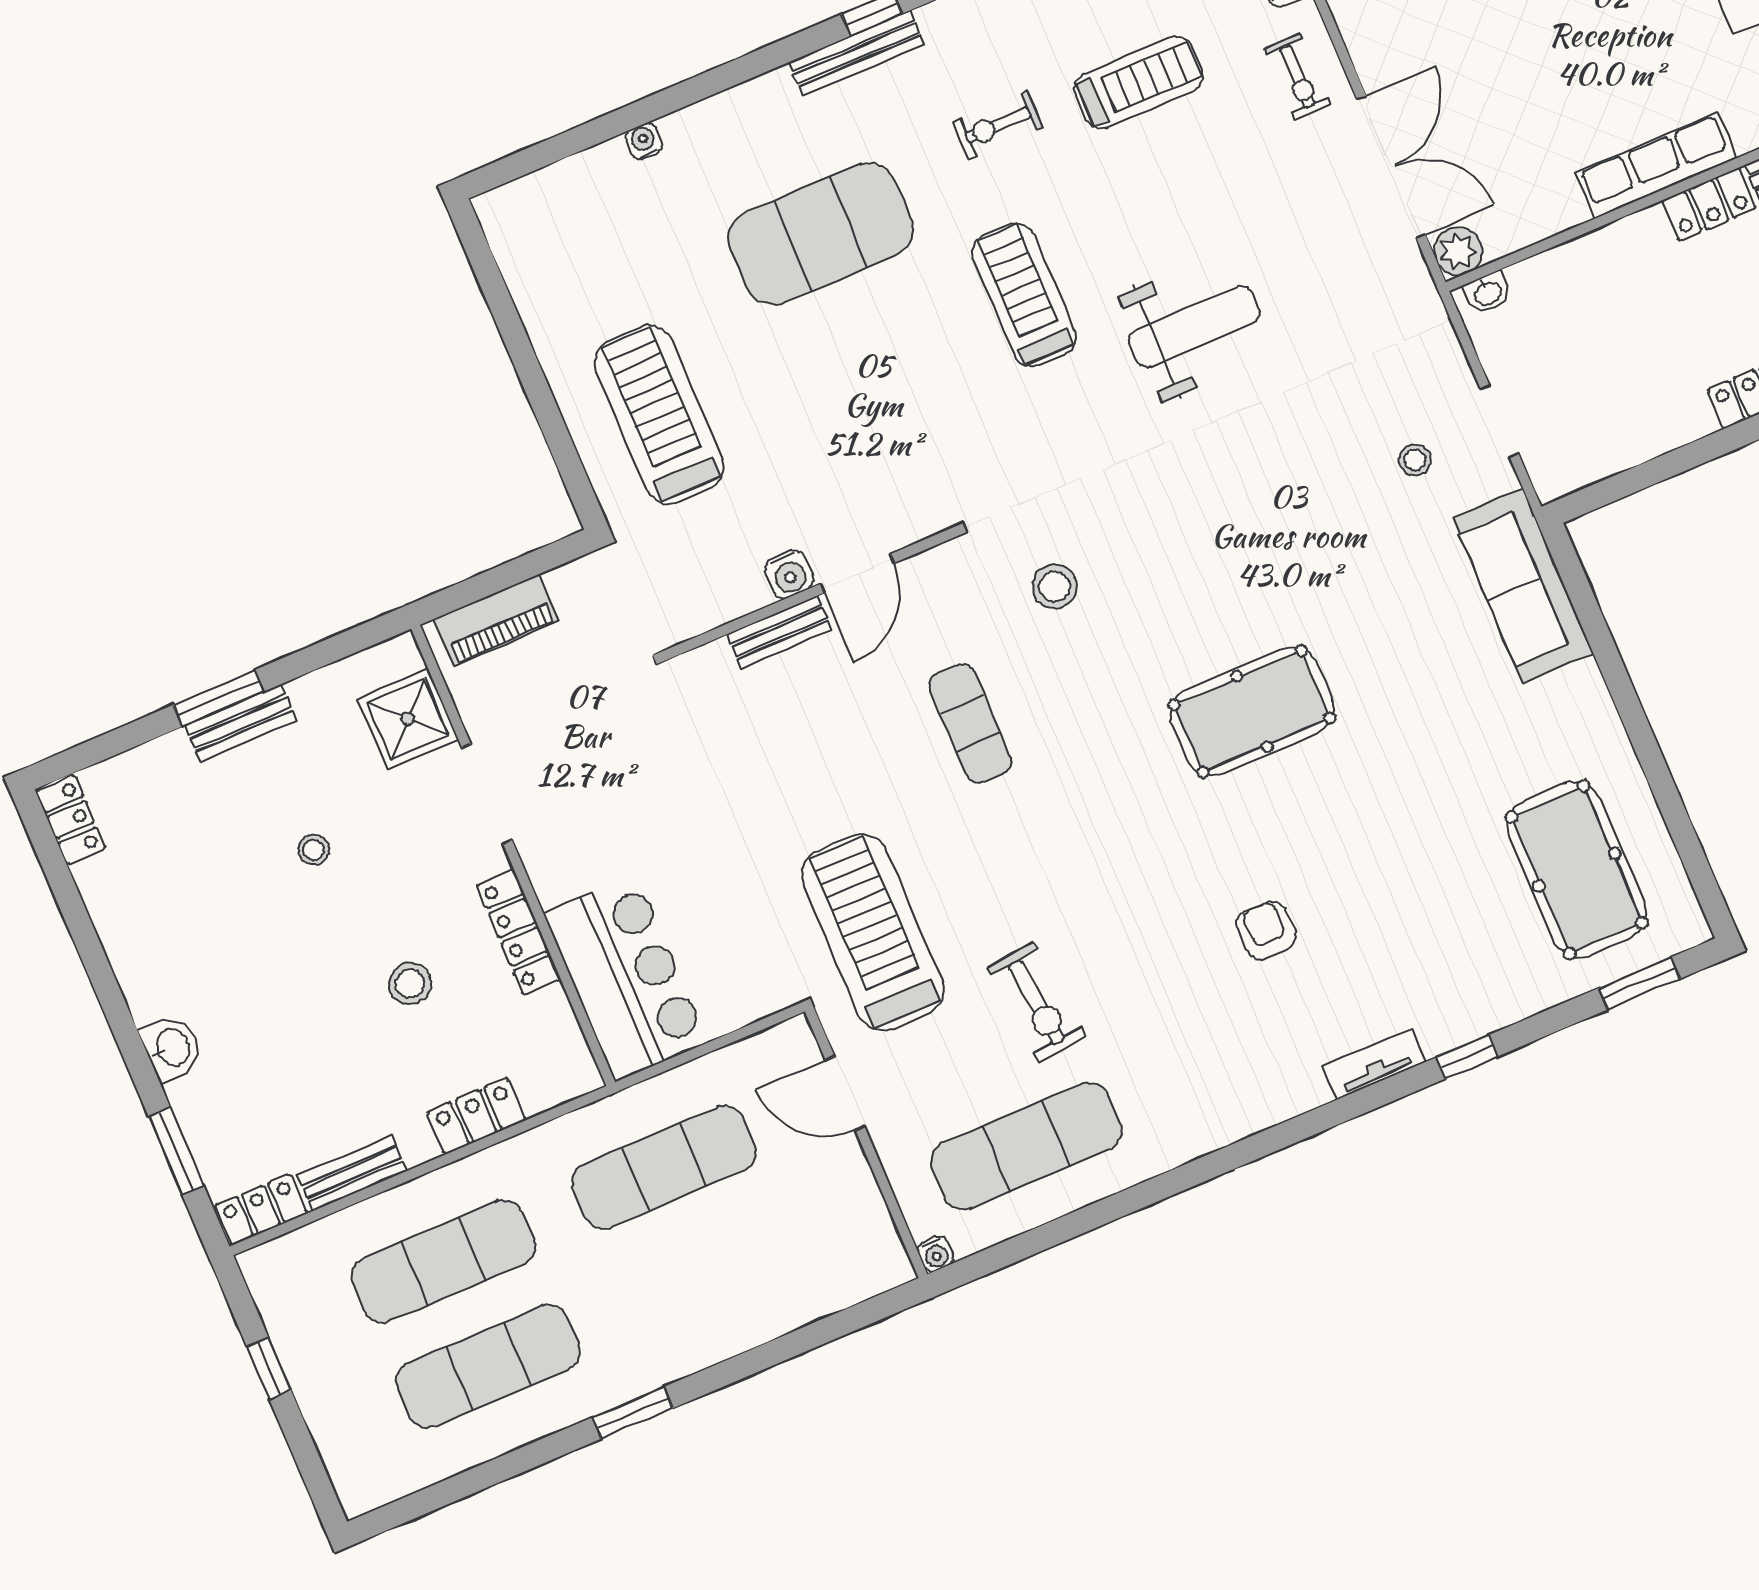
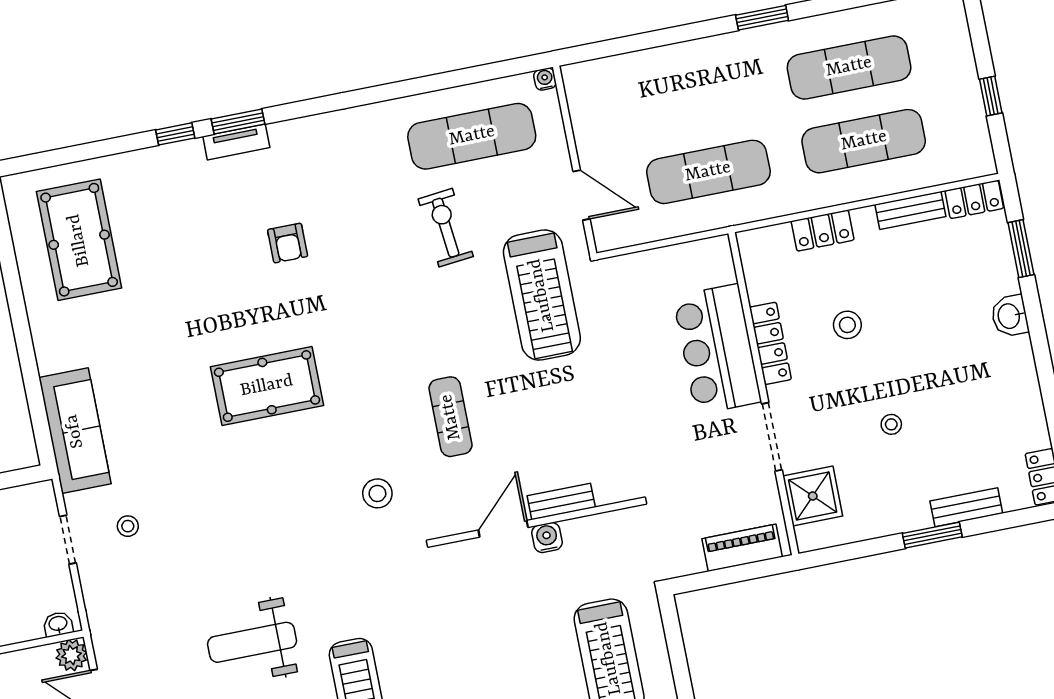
bench: (241, 723) -> (966, 507), moved
bar counter: (626, 978) -> (717, 349), moved
window: (1639, 983) -> (238, 122), moved

